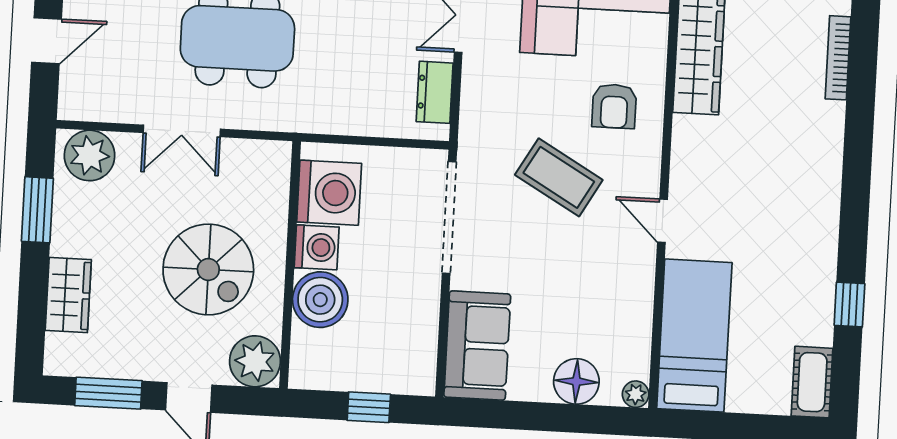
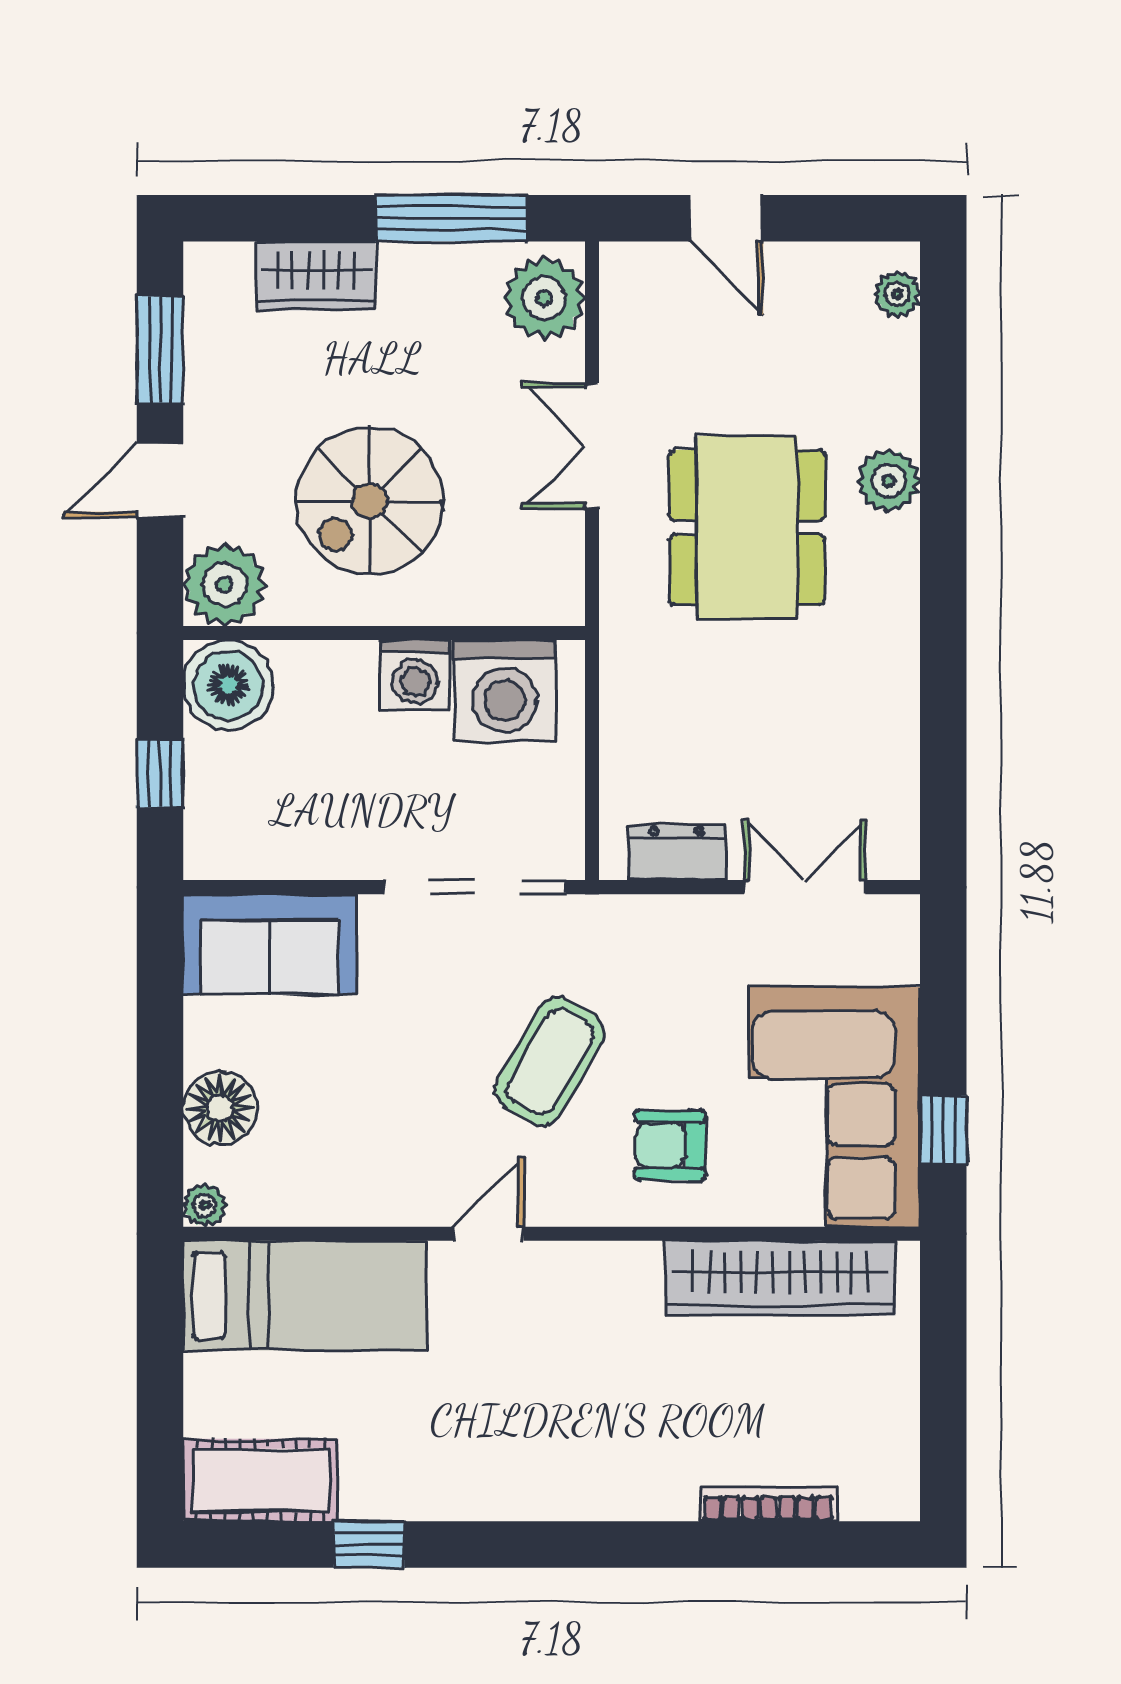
window: (37, 210) -> (451, 218), width x1.44
boiler: (320, 300) -> (228, 685), moved
cot: (812, 382) -> (261, 1480), width x1.37, depth x1.34

